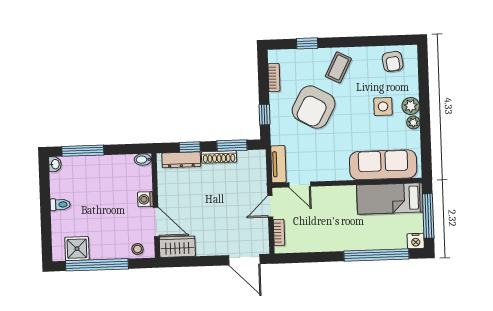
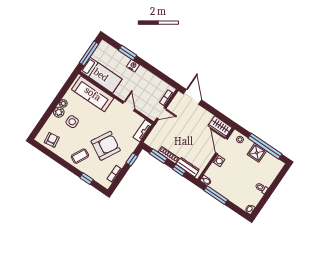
window: (83, 151) -> (216, 195), moved
door: (300, 184) -> (129, 106), moved
nightstand: (416, 241) -> (133, 66), moved
shower: (77, 249) -> (257, 153), moved
window: (376, 255) -> (127, 53), width x0.47

